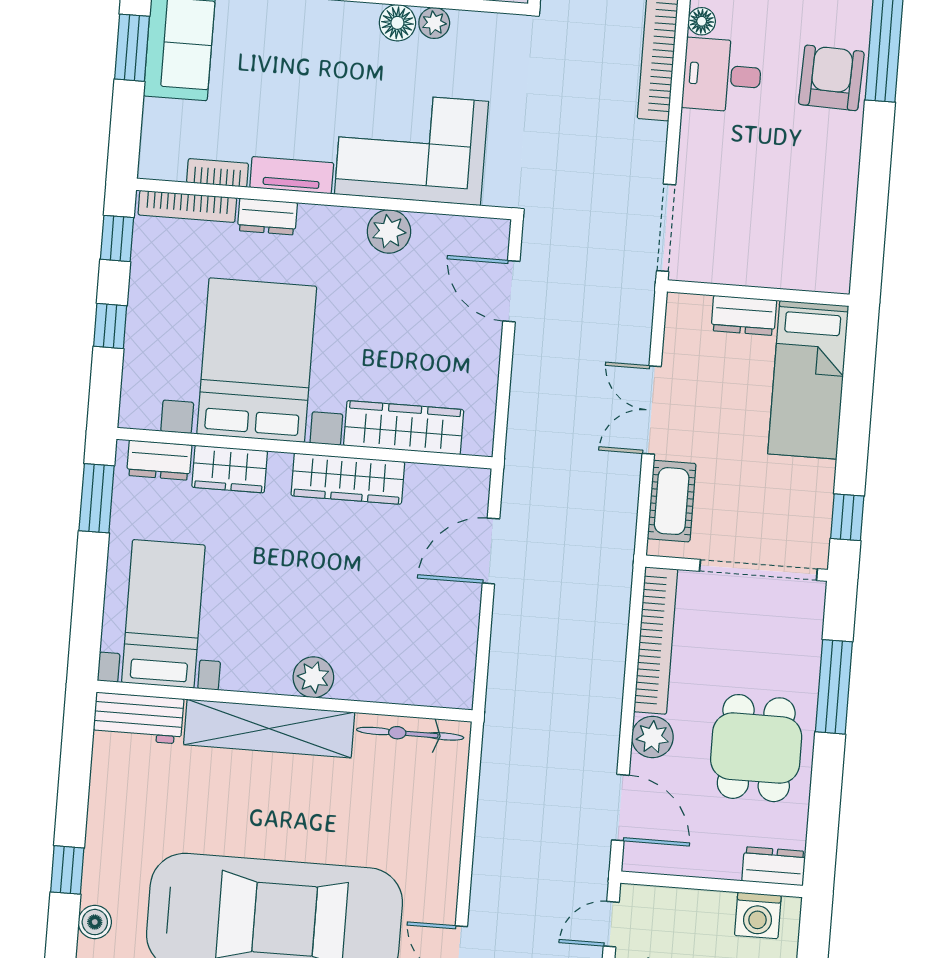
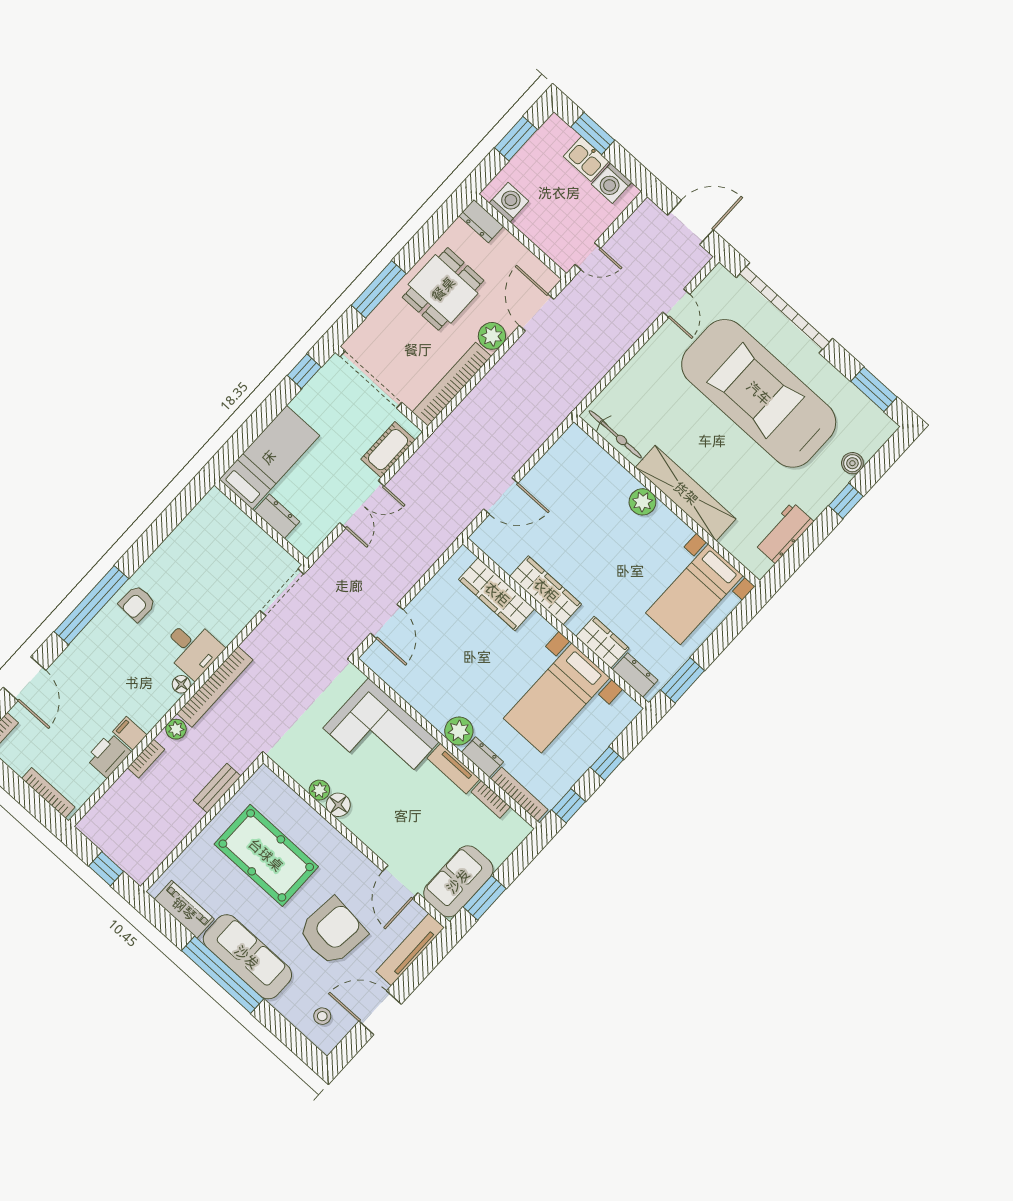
armchair: (831, 78) -> (137, 603), width x0.72, depth x0.72
plant: (389, 231) -> (459, 731), moved
bed with nightstands: (257, 360) -> (557, 698), width x0.73
workbench: (138, 718) -> (784, 533), moved, turned -90

